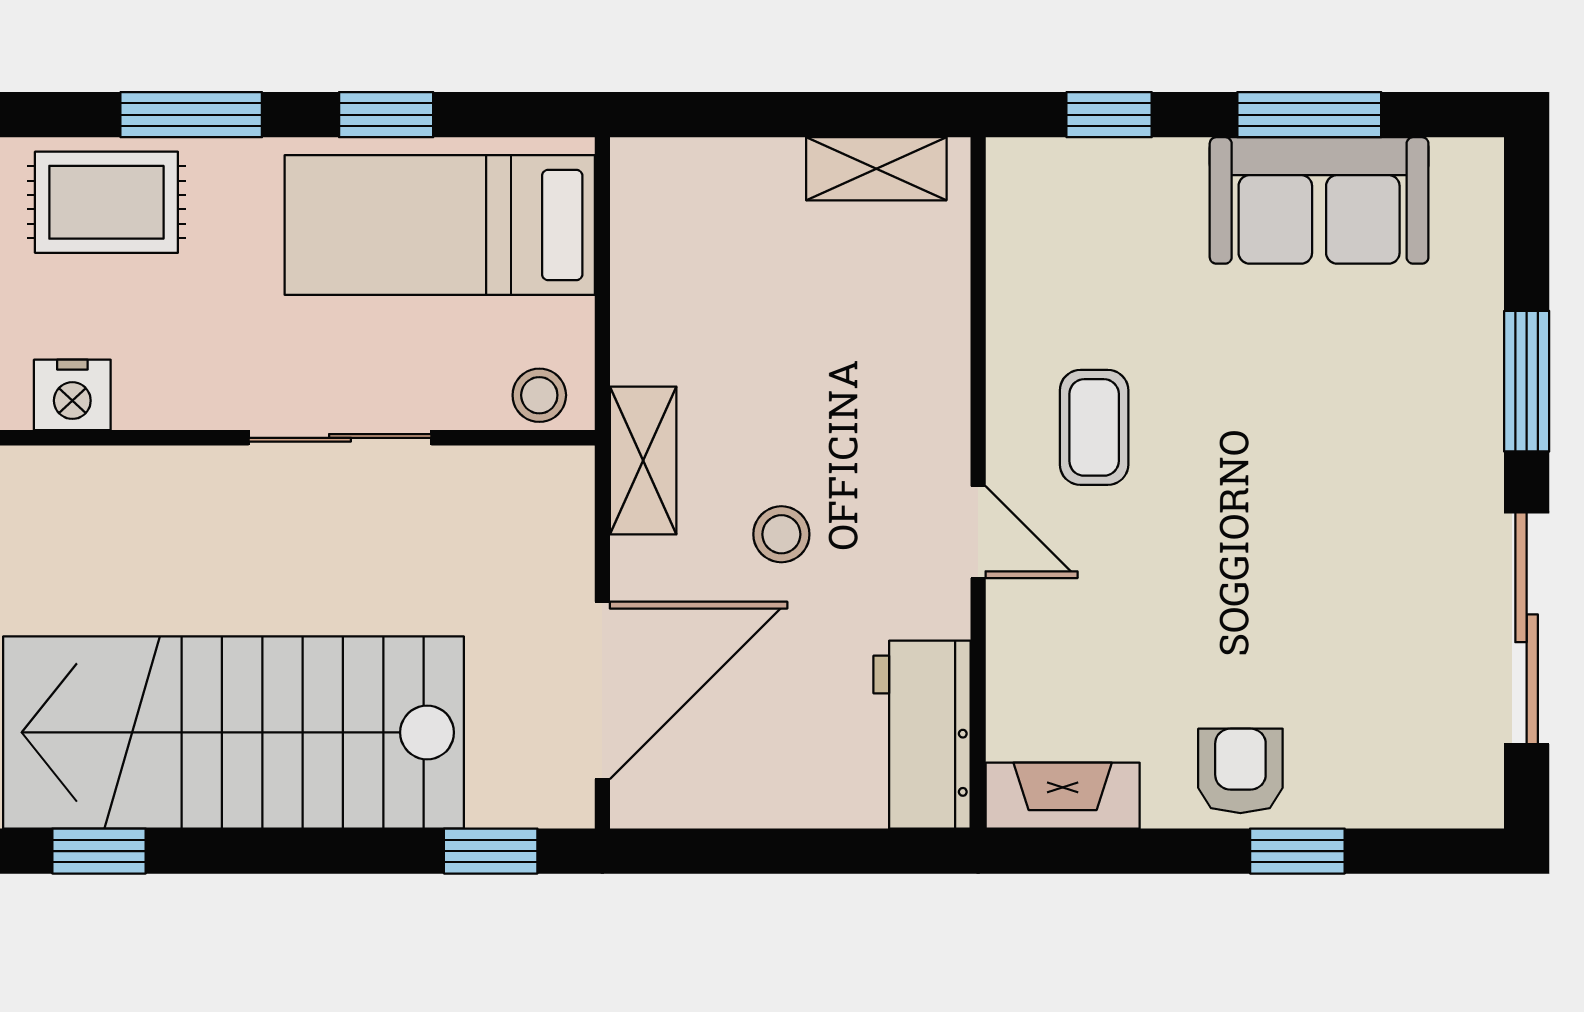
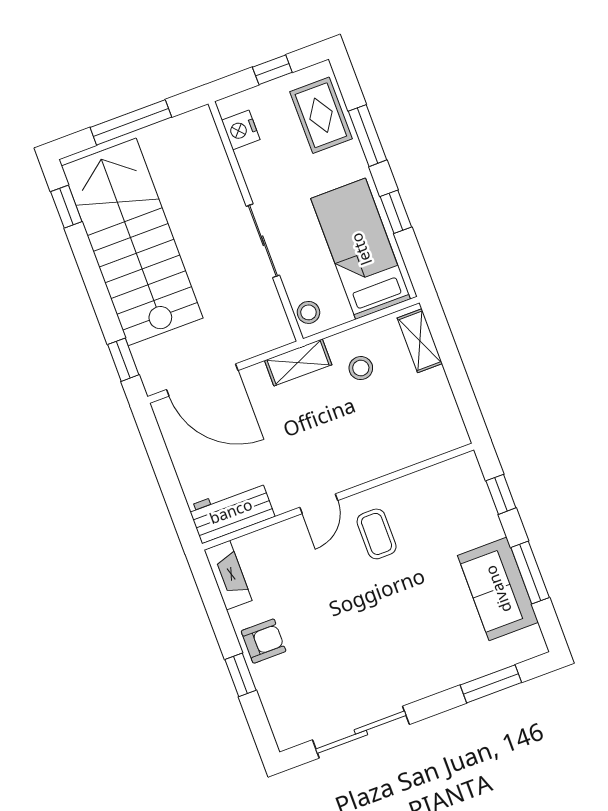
shelving: (876, 169) -> (420, 341), moved
window: (1527, 381) -> (491, 684), moved
coffee table: (1094, 427) -> (377, 534), turned 90
stool: (781, 534) -> (361, 368), moved

